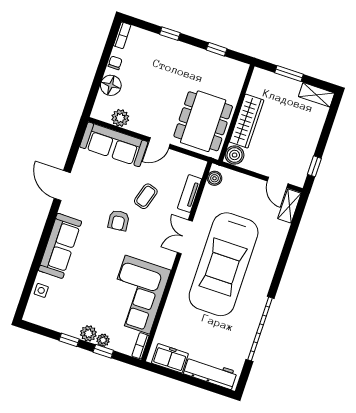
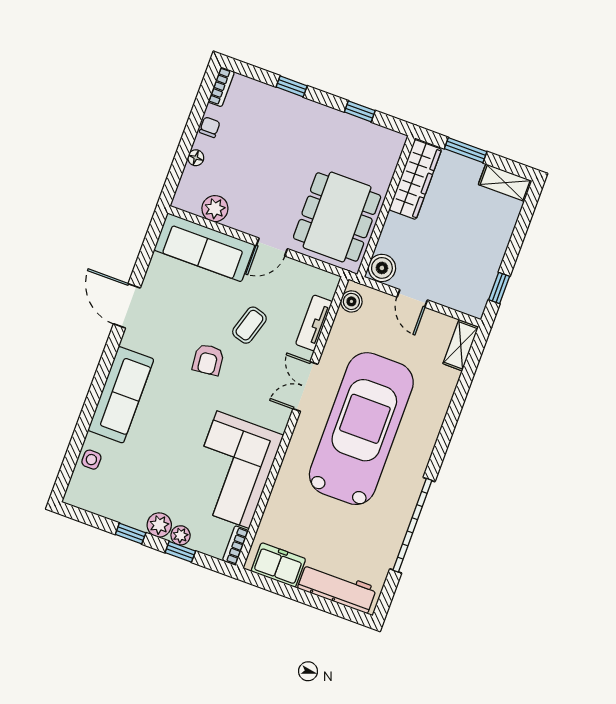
floor lamp: (111, 85) -> (196, 158), width x0.53, depth x0.53
wardrobe: (247, 121) -> (415, 179), moved
door: (278, 182) -> (412, 298), moved
car: (224, 264) -> (361, 429), turned 180

